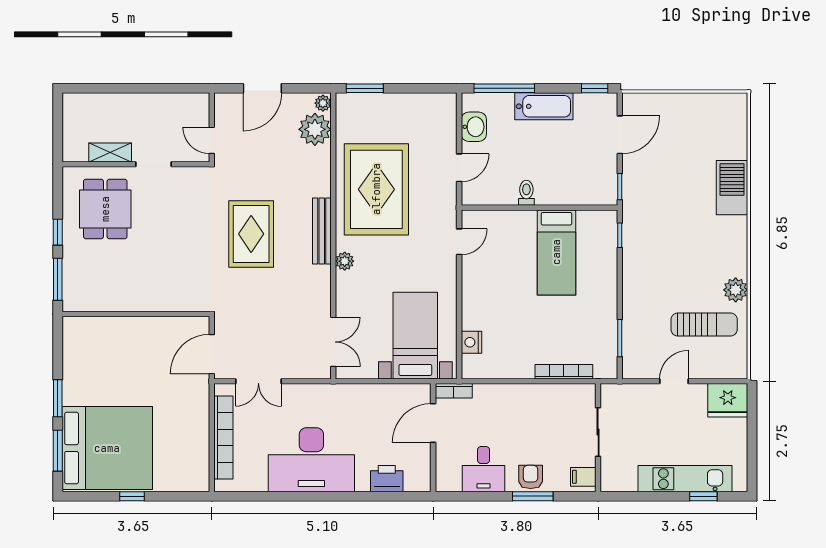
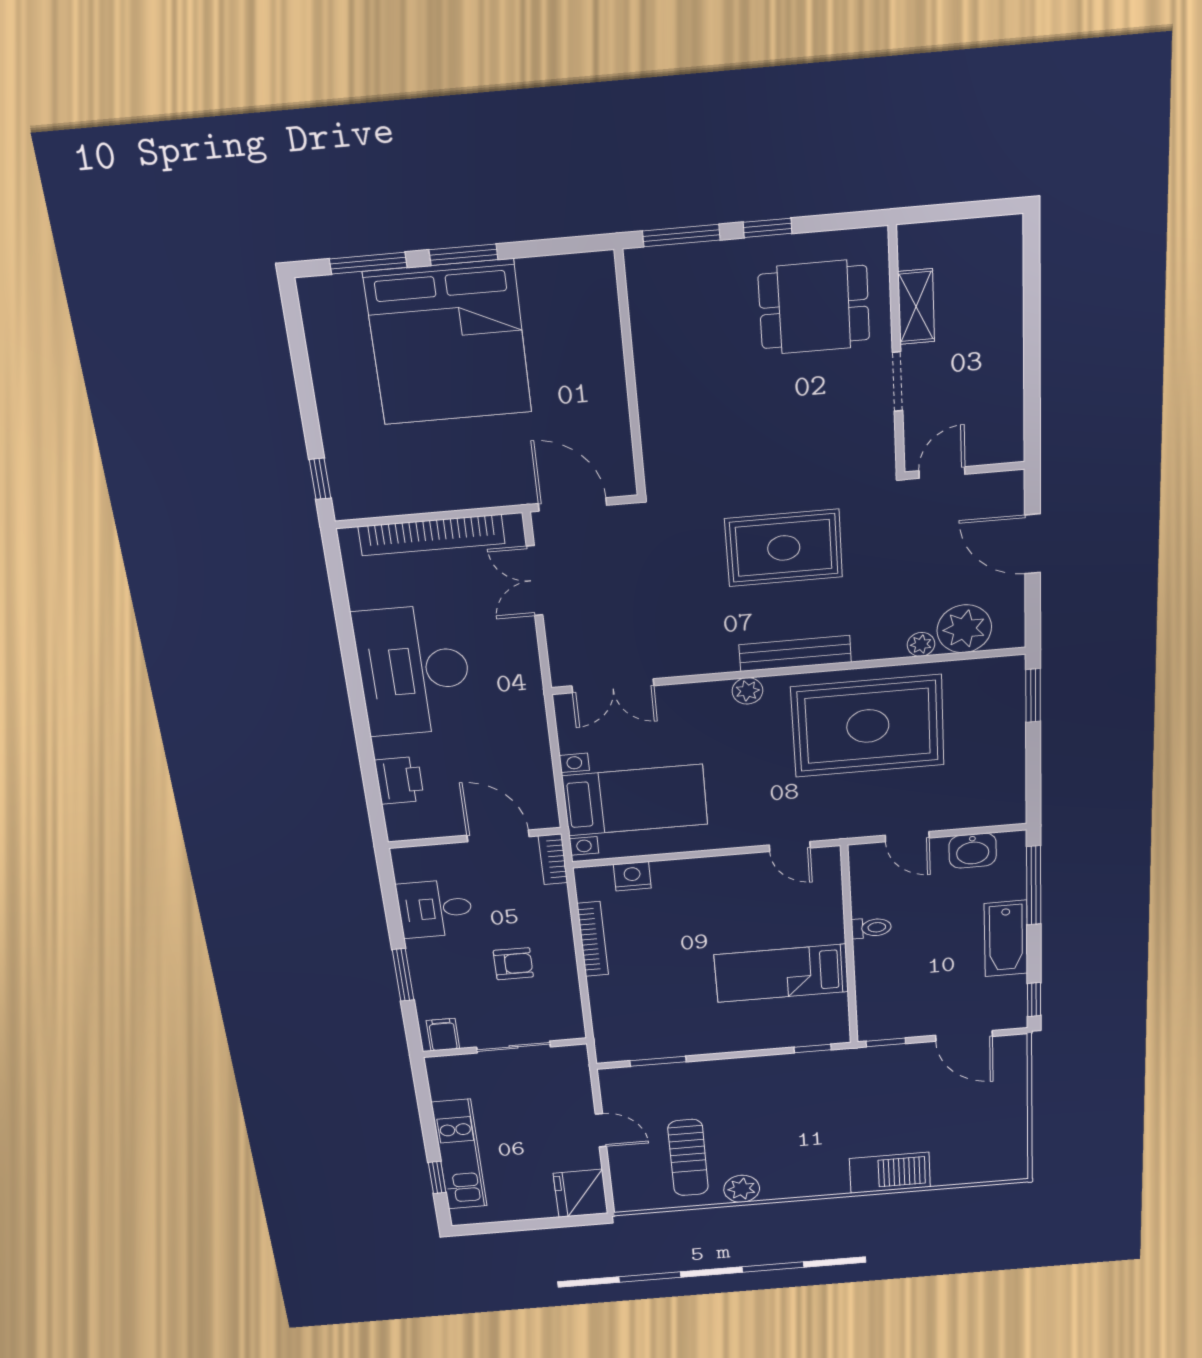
plant: (323, 103) -> (921, 644), moved
bookcase: (564, 372) -> (593, 939), moved
bed: (107, 448) -> (448, 343), moved
armchair: (531, 477) -> (513, 964), moved
window: (132, 496) -> (320, 479), moved

